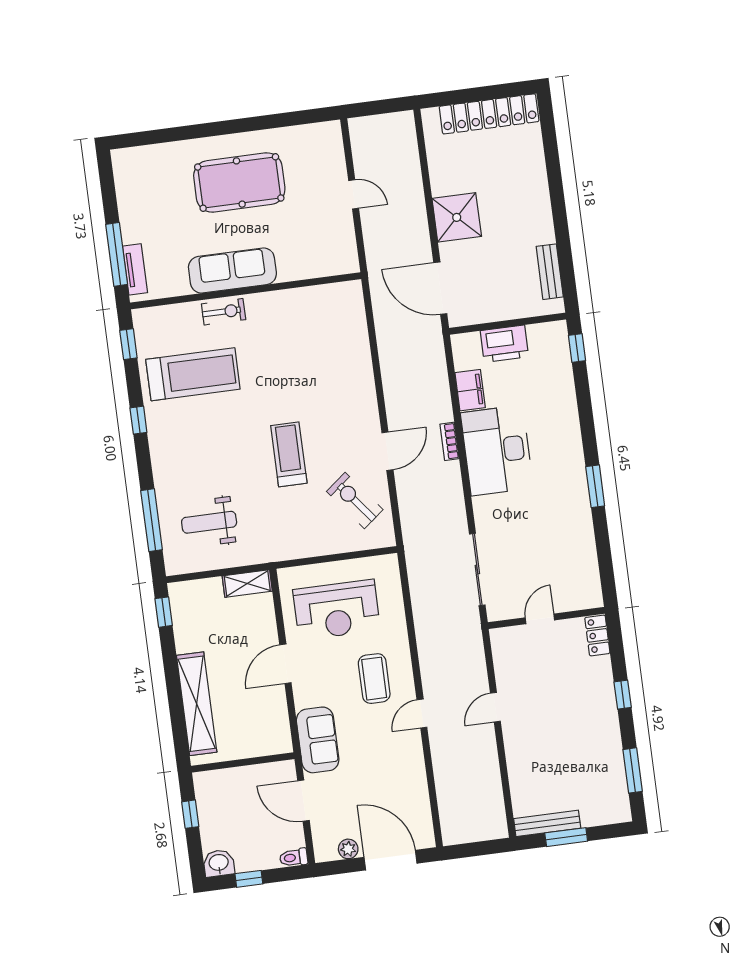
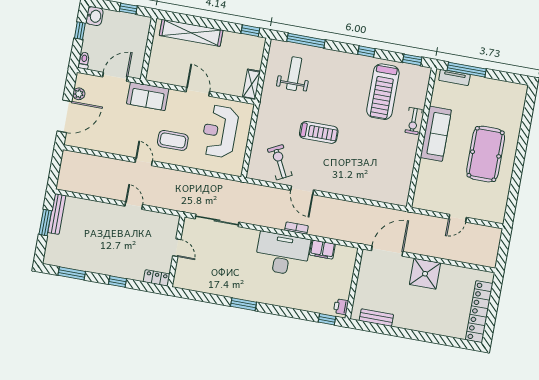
printer: (504, 344) -> (341, 307), moved, width x0.53, depth x0.68
exercise bike: (355, 501) -> (280, 162), turned -79

